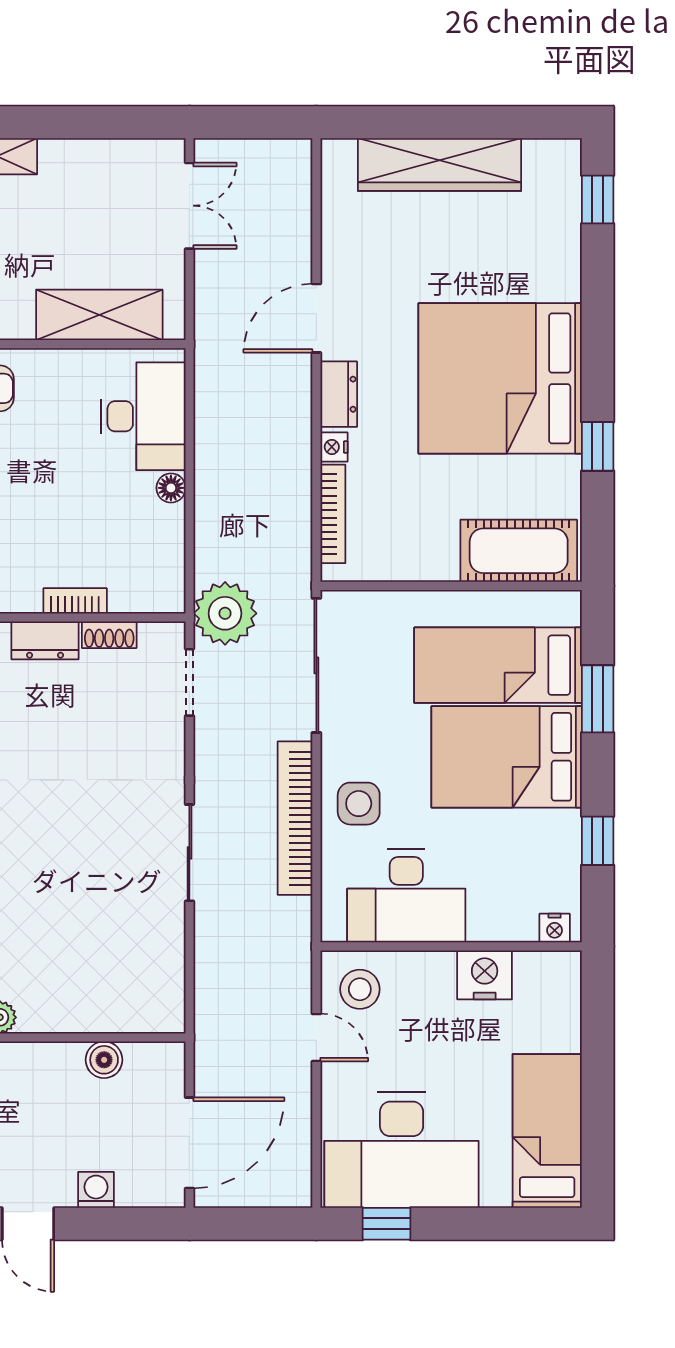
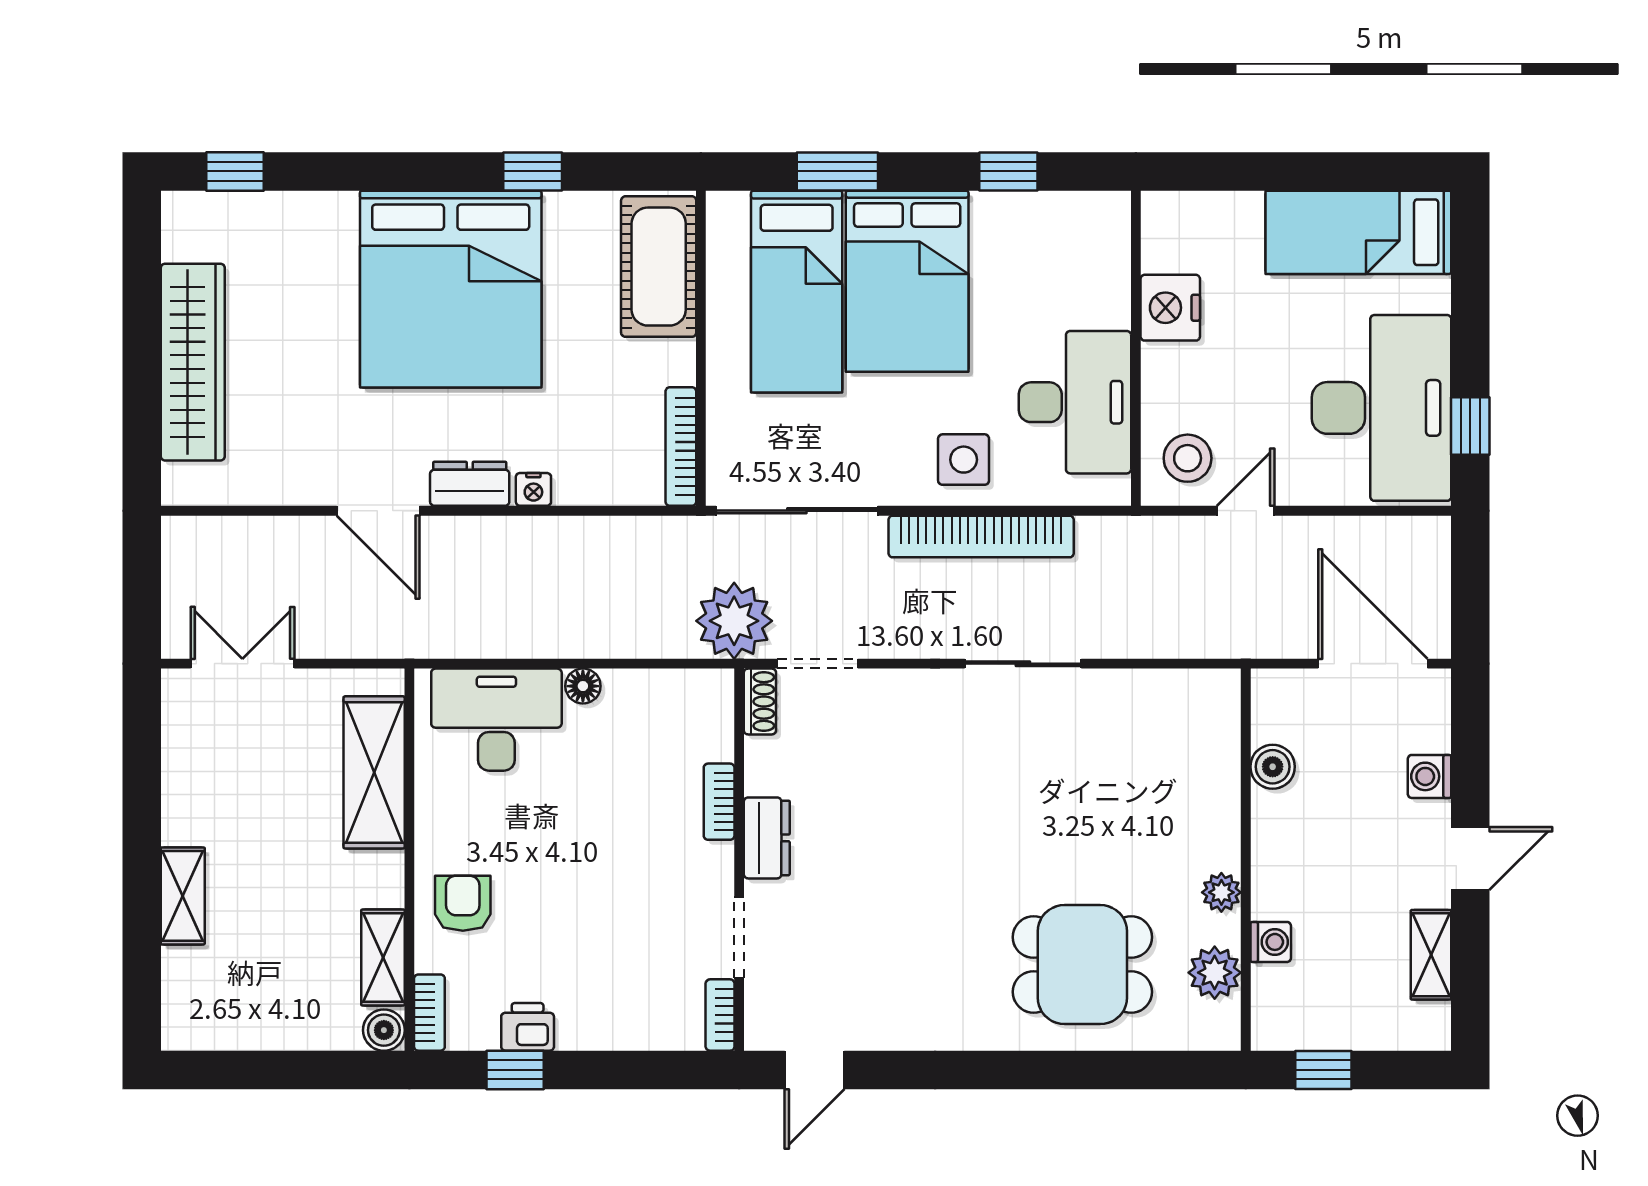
bookcase: (333, 514) -> (681, 447), moved, turned -90
shoe rack: (109, 635) -> (760, 701), moved
nightstand: (555, 928) -> (1114, 223), removed

